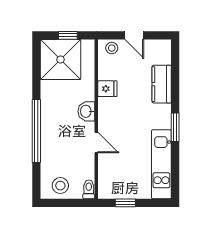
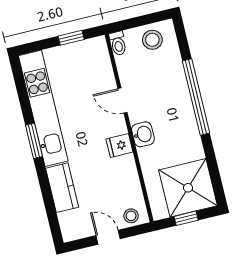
fridge: (107, 89) -> (119, 145), moved
kitchen unit: (161, 164) -> (43, 108), width x1.36

